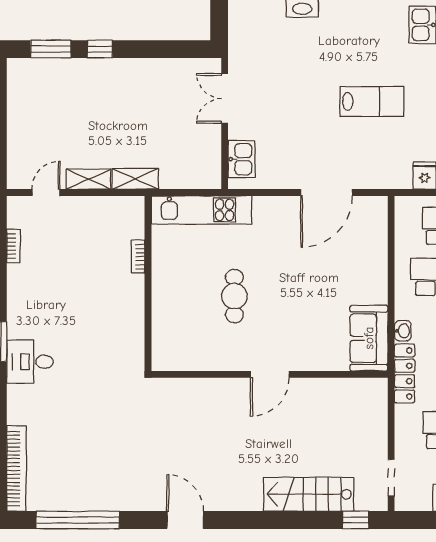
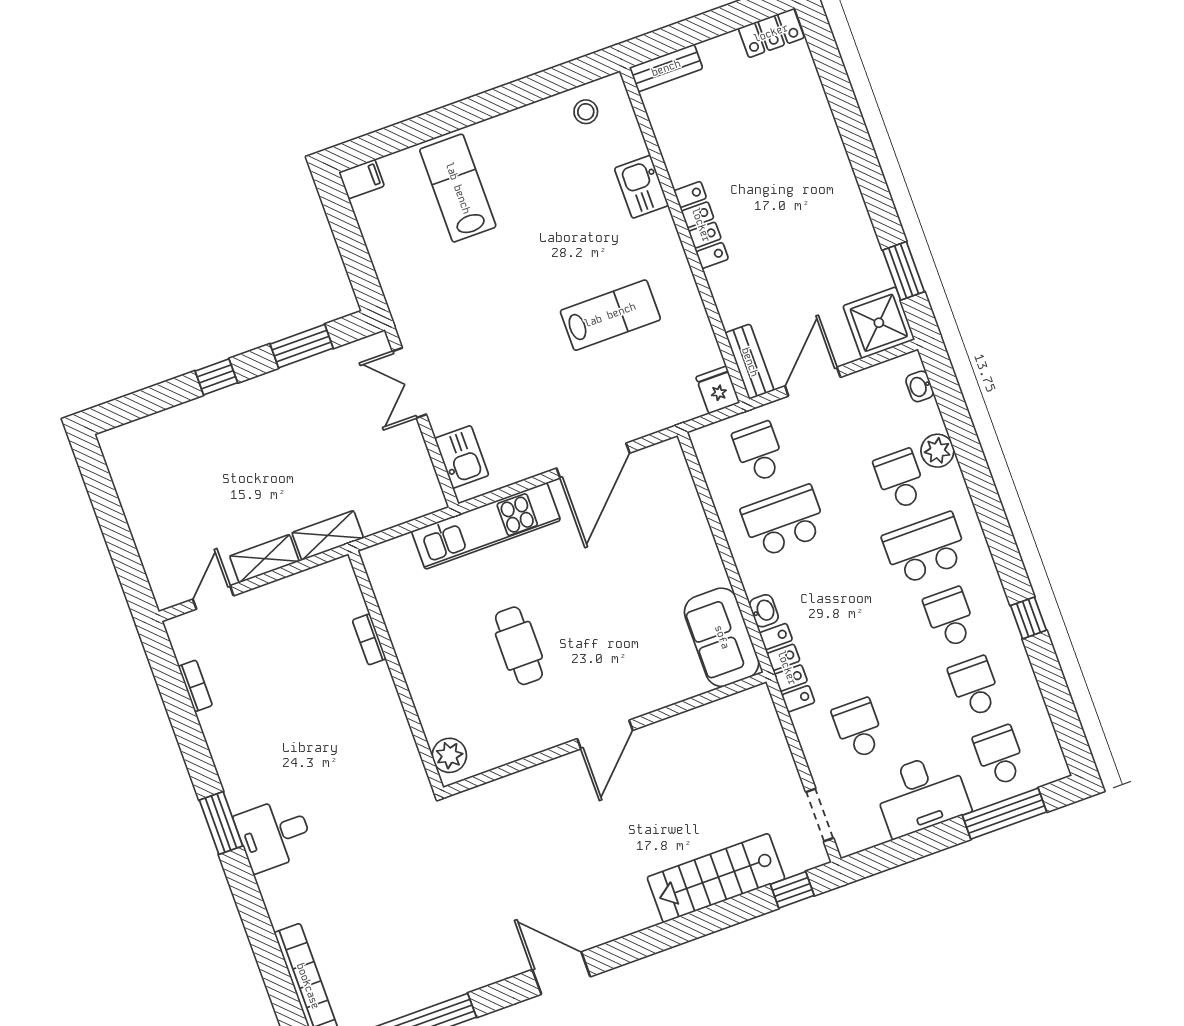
window: (51, 49) -> (302, 346), moved
kitchen unit: (201, 210) -> (486, 526), moved
plant: (163, 351) -> (449, 755), added

